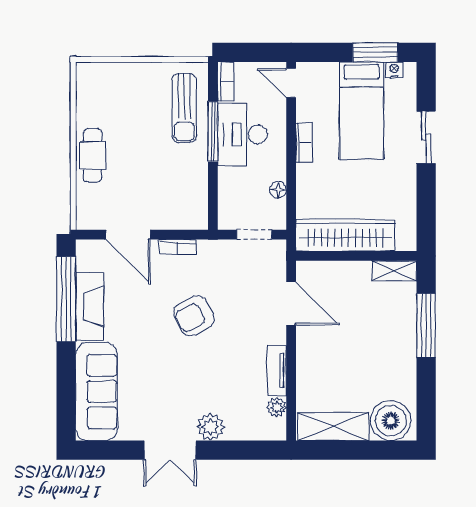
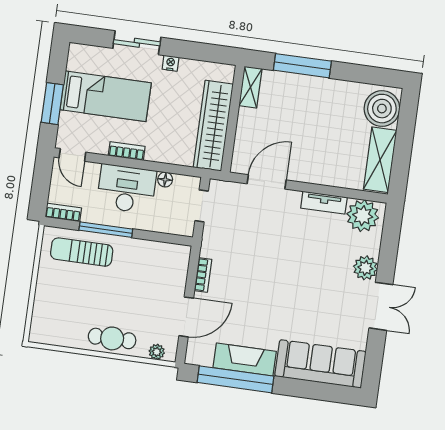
window: (375, 52) -> (52, 104), moved
nightstand: (394, 70) -> (171, 63), moved, turned 90
door: (291, 83) -> (72, 155), hinge flipped
sun lounger: (184, 108) -> (82, 252), turned 180
desk: (242, 134) -> (126, 189), moved, turned 180
plant: (84, 207) -> (157, 352), added
armchair: (194, 316) -> (266, 269), removed
plant: (277, 407) -> (363, 216), width x1.87, depth x1.87

